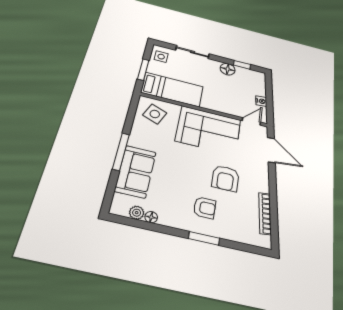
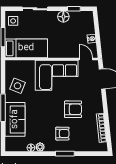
side table: (155, 114) -> (18, 86), moved
door: (251, 121) -> (86, 59), hinge flipped
armchair: (225, 178) -> (73, 109), turned -90
plant: (137, 213) -> (40, 147), moved

